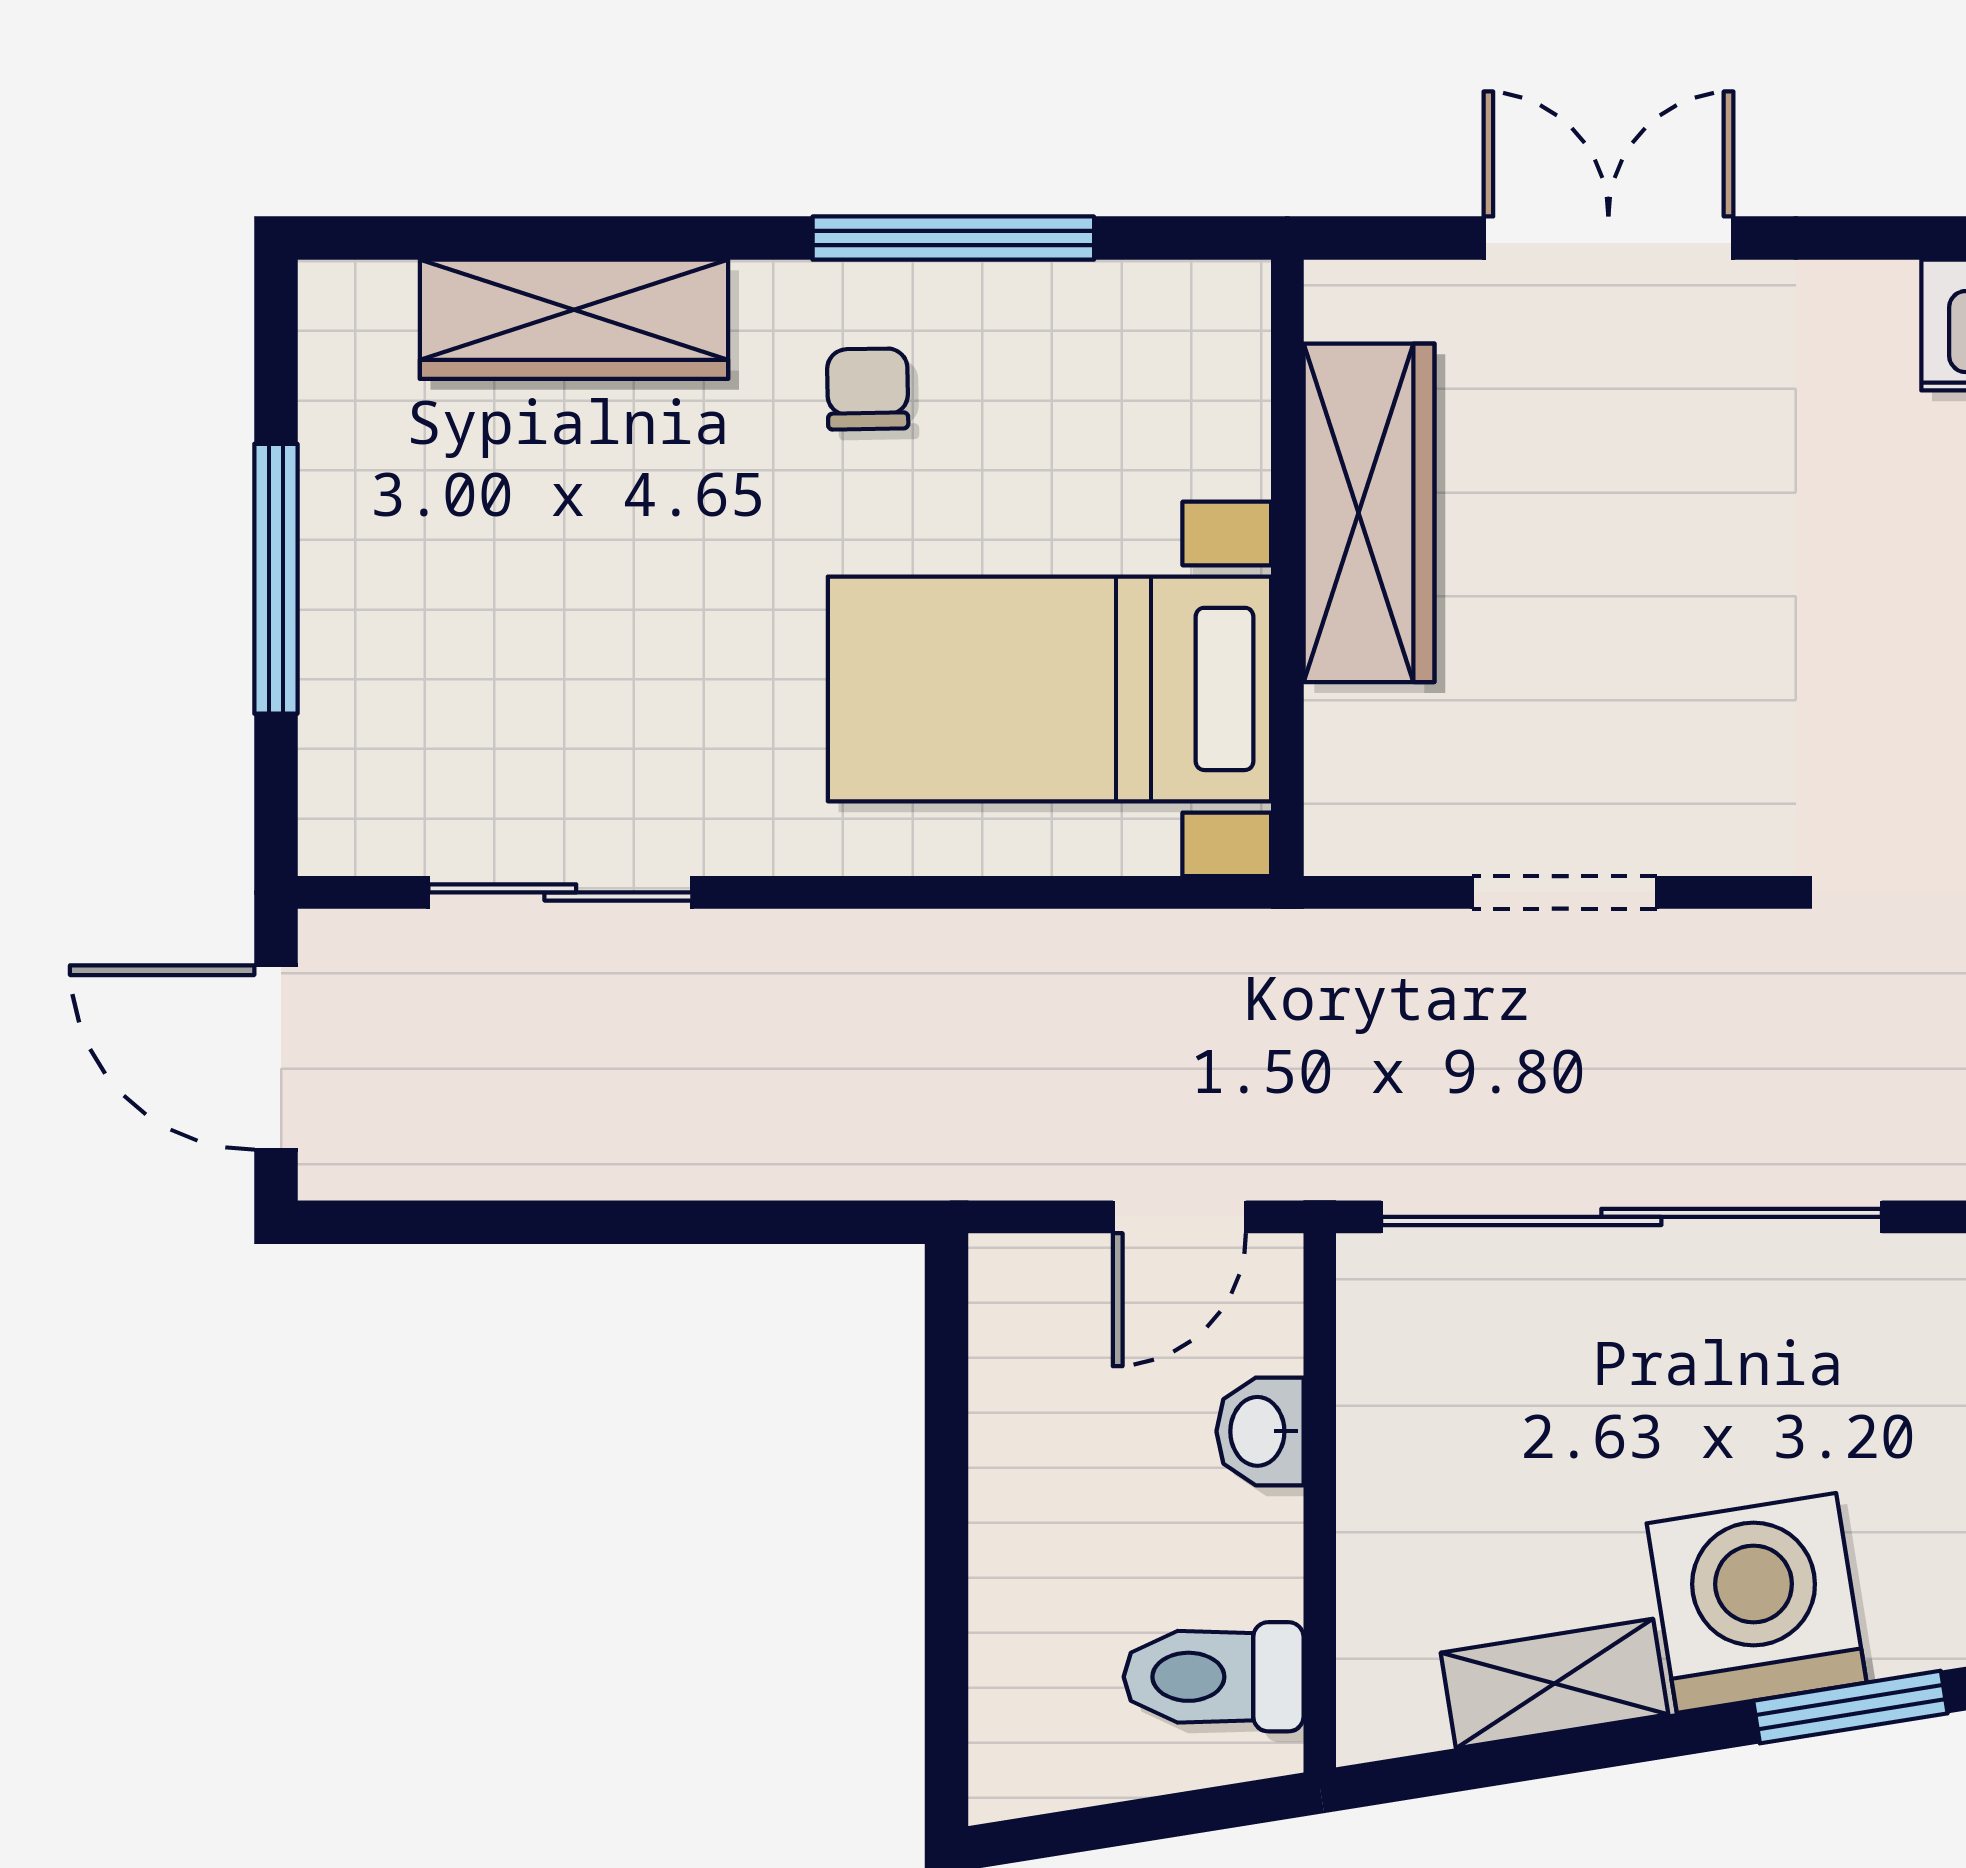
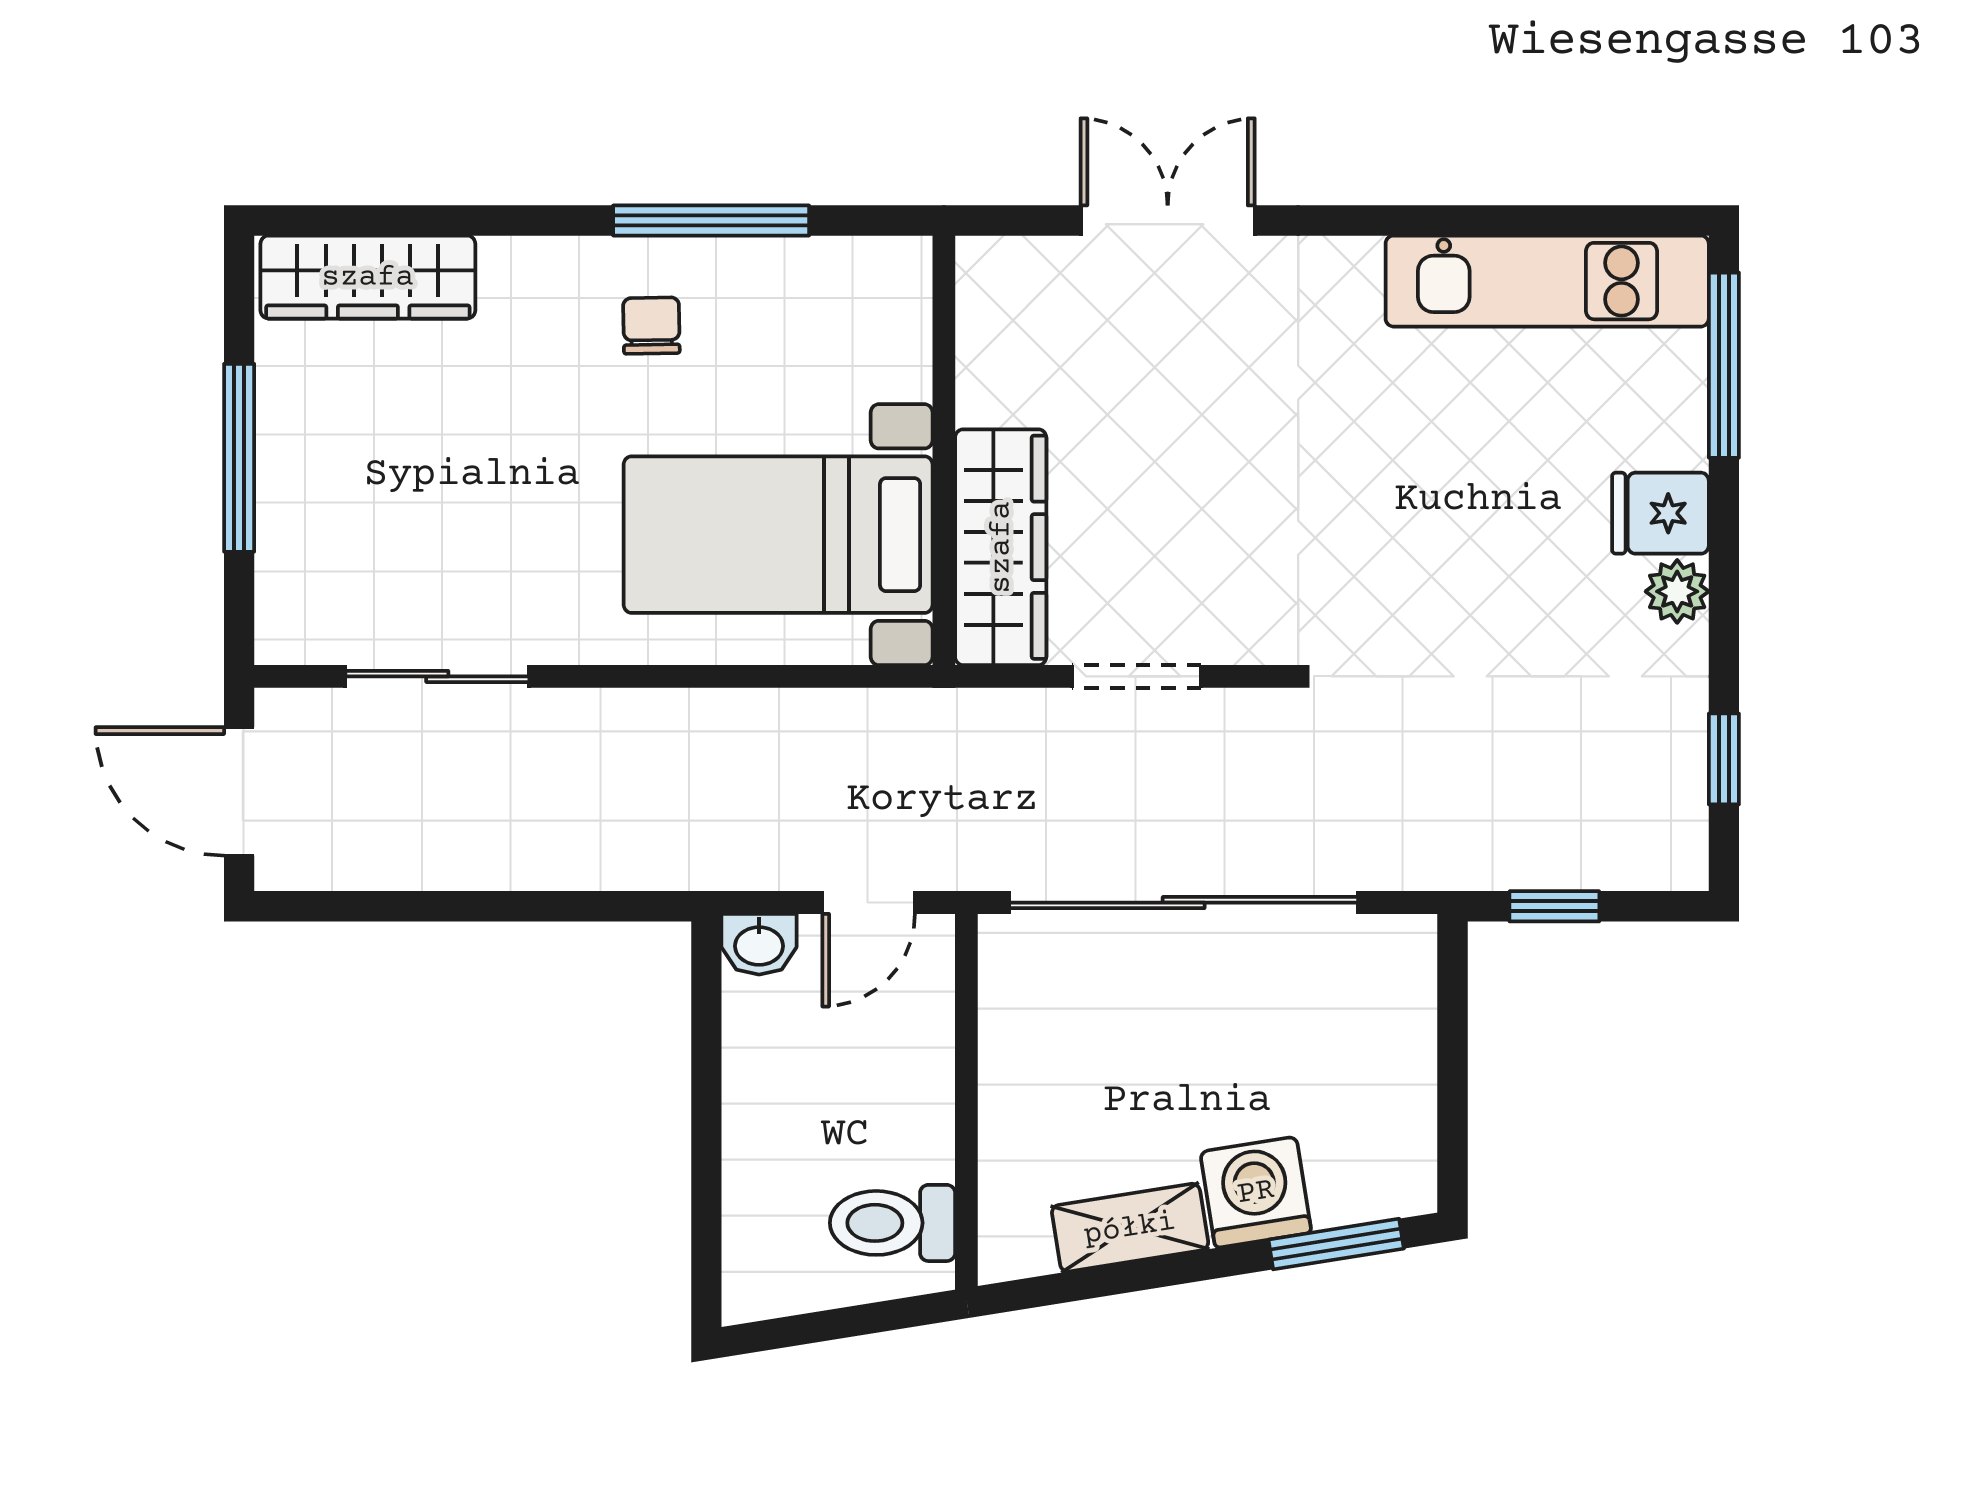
wardrobe: (574, 319) -> (368, 277), moved
wardrobe: (1369, 513) -> (1001, 547), moved
washbasin: (1260, 1431) -> (759, 944), moved, turned -90
washing machine: (1757, 1603) -> (1256, 1192), width x0.73, depth x0.73

